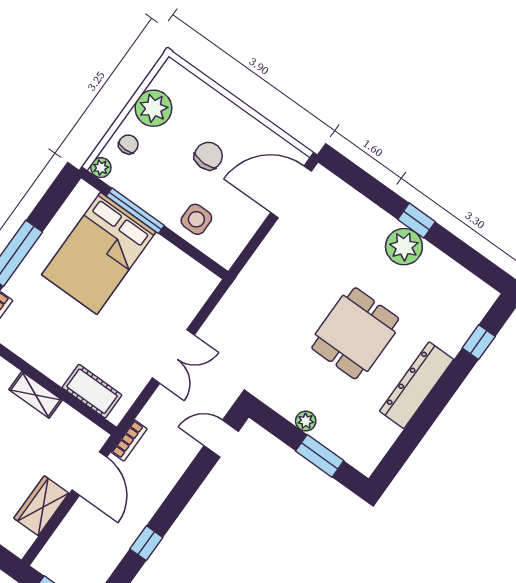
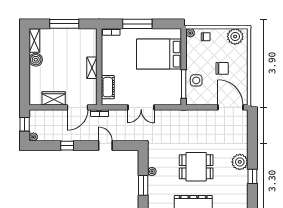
plant: (153, 108) -> (235, 36), moved
window: (135, 211) -> (184, 84), moved
window: (417, 221) -> (252, 176), moved
door: (221, 438) -> (105, 146), moved

